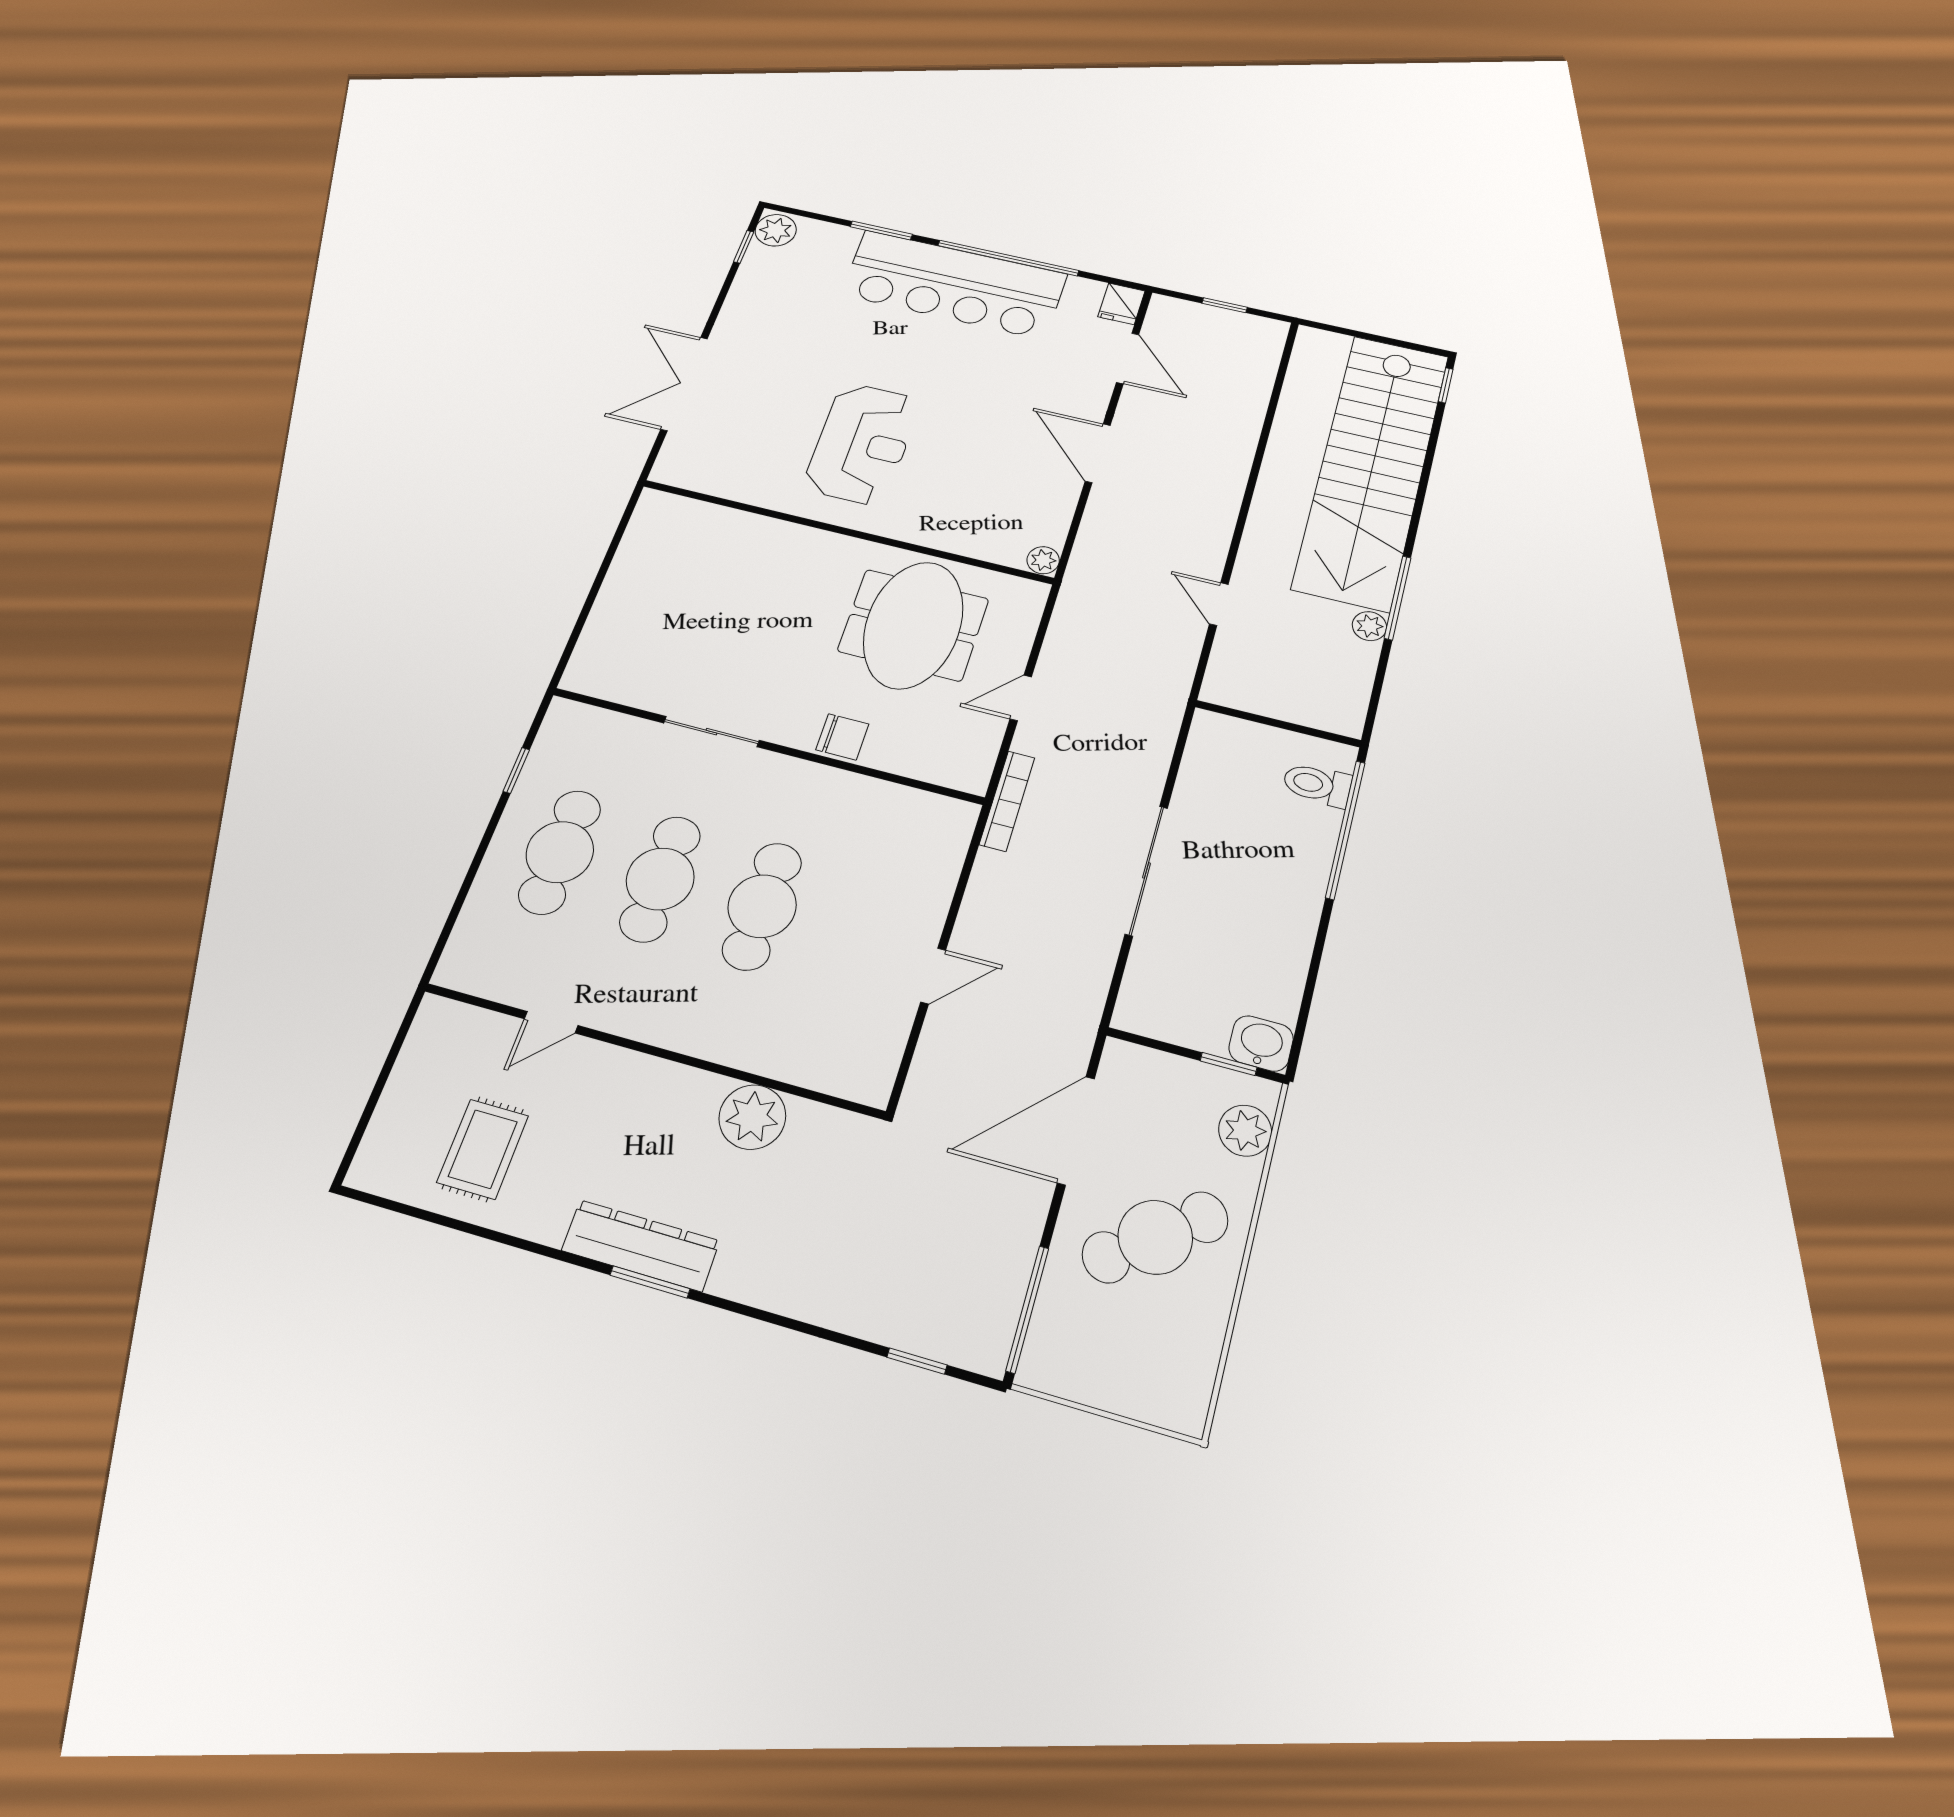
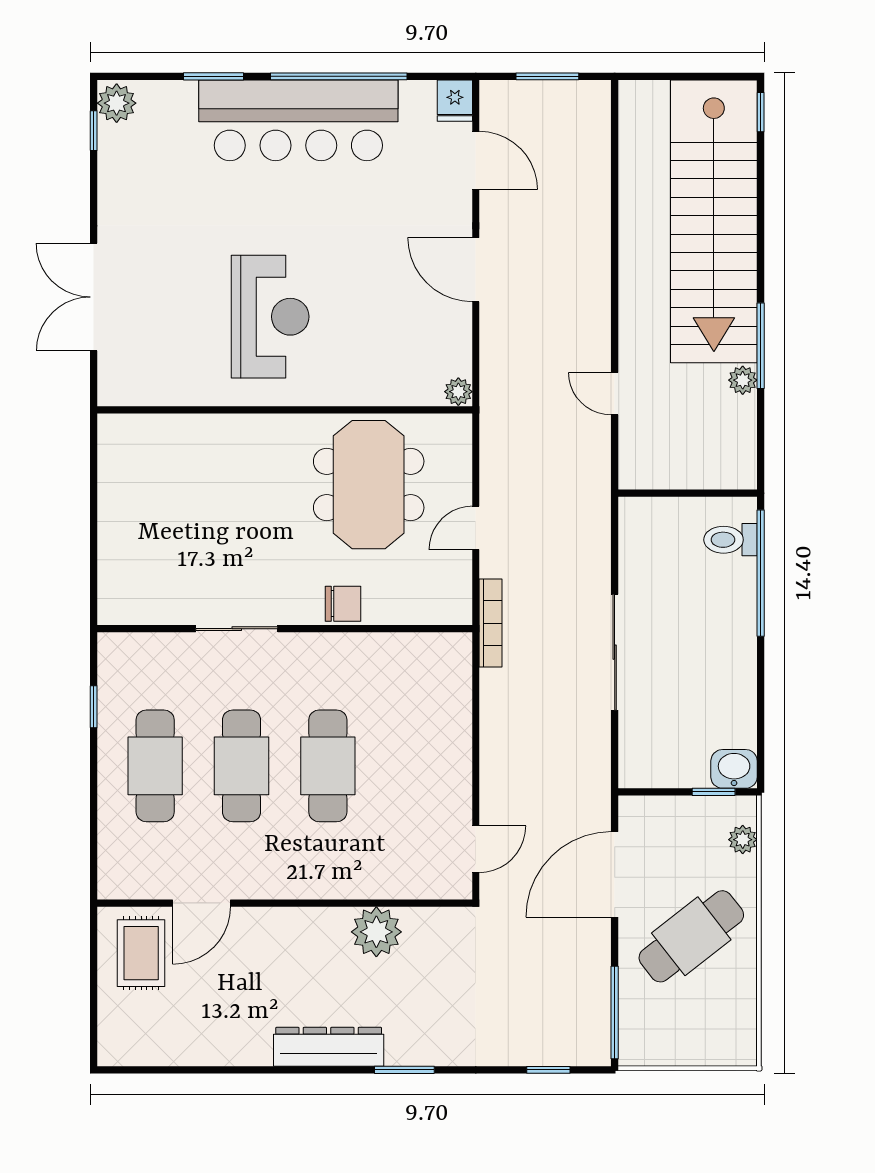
window: (1225, 305) -> (547, 76), width x1.50
door: (933, 976) -> (476, 849), moved
door: (551, 1022) -> (201, 903), width x1.38
plant: (1245, 1131) -> (743, 840), width x0.73, depth x0.73
rug: (483, 1149) -> (141, 953), moved
window: (650, 1282) -> (404, 1070), moved

